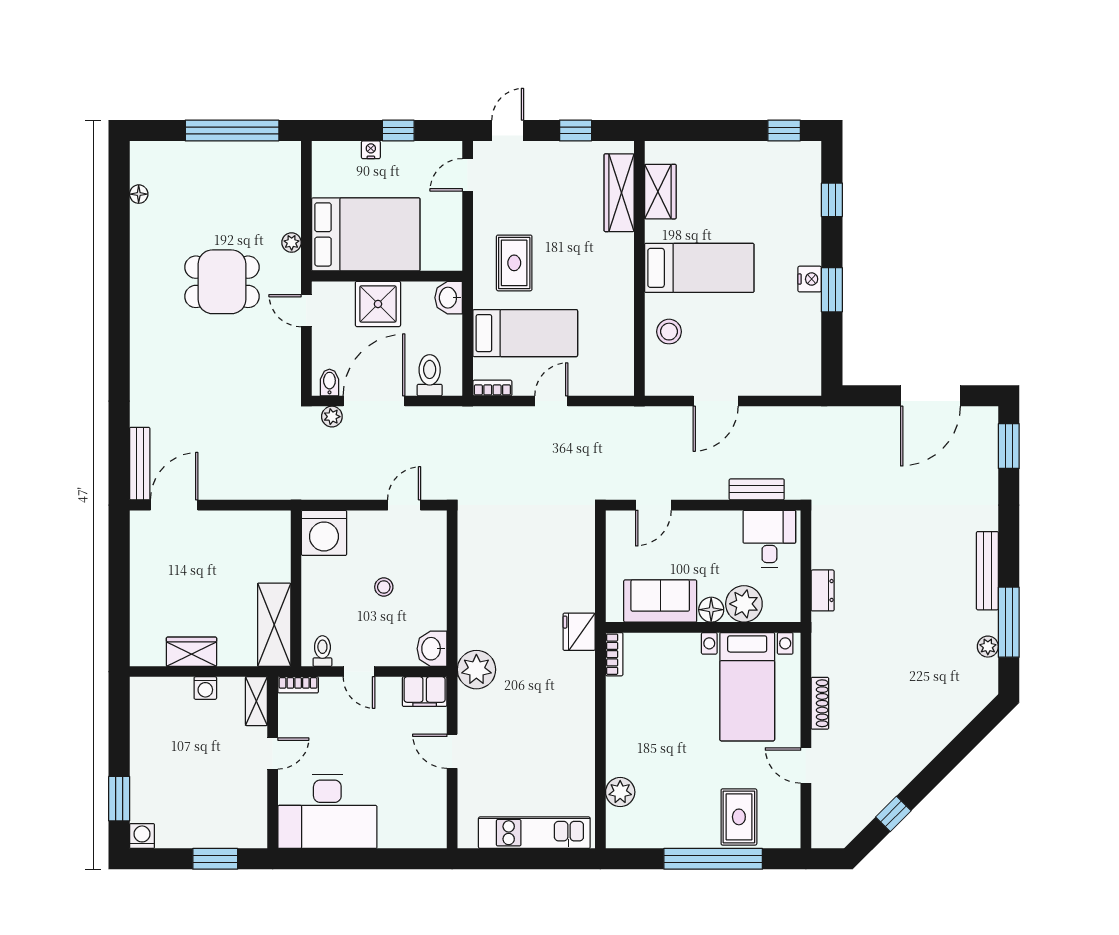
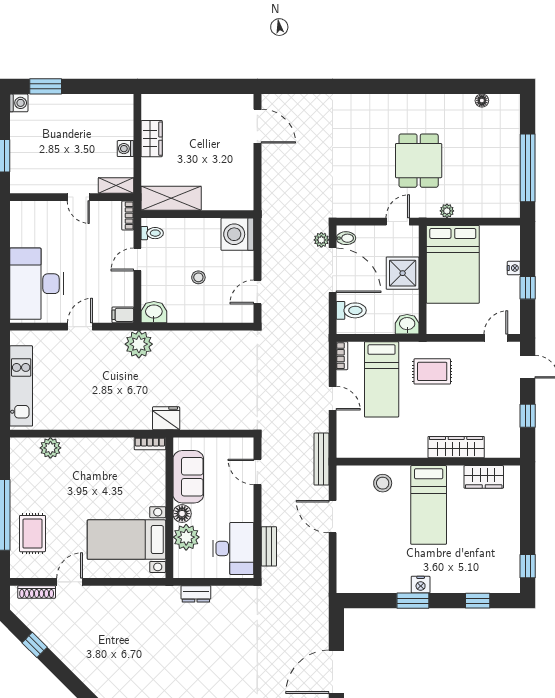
door: (468, 175) -> (496, 338), hinge flipped
wardrobe: (619, 193) -> (456, 447), moved
door: (930, 396) -> (336, 672), hinge flipped
bench: (140, 464) -> (321, 459), moved, turned 90
door: (404, 505) -> (257, 292), swing flipped
desk: (769, 539) -> (233, 548), width x1.37
filing cabinet: (425, 692) -> (123, 315), width x0.50
shoe rack: (820, 703) -> (37, 592), moved
desk: (327, 811) -> (37, 284), moved
rug: (739, 817) -> (32, 534), turned 90

